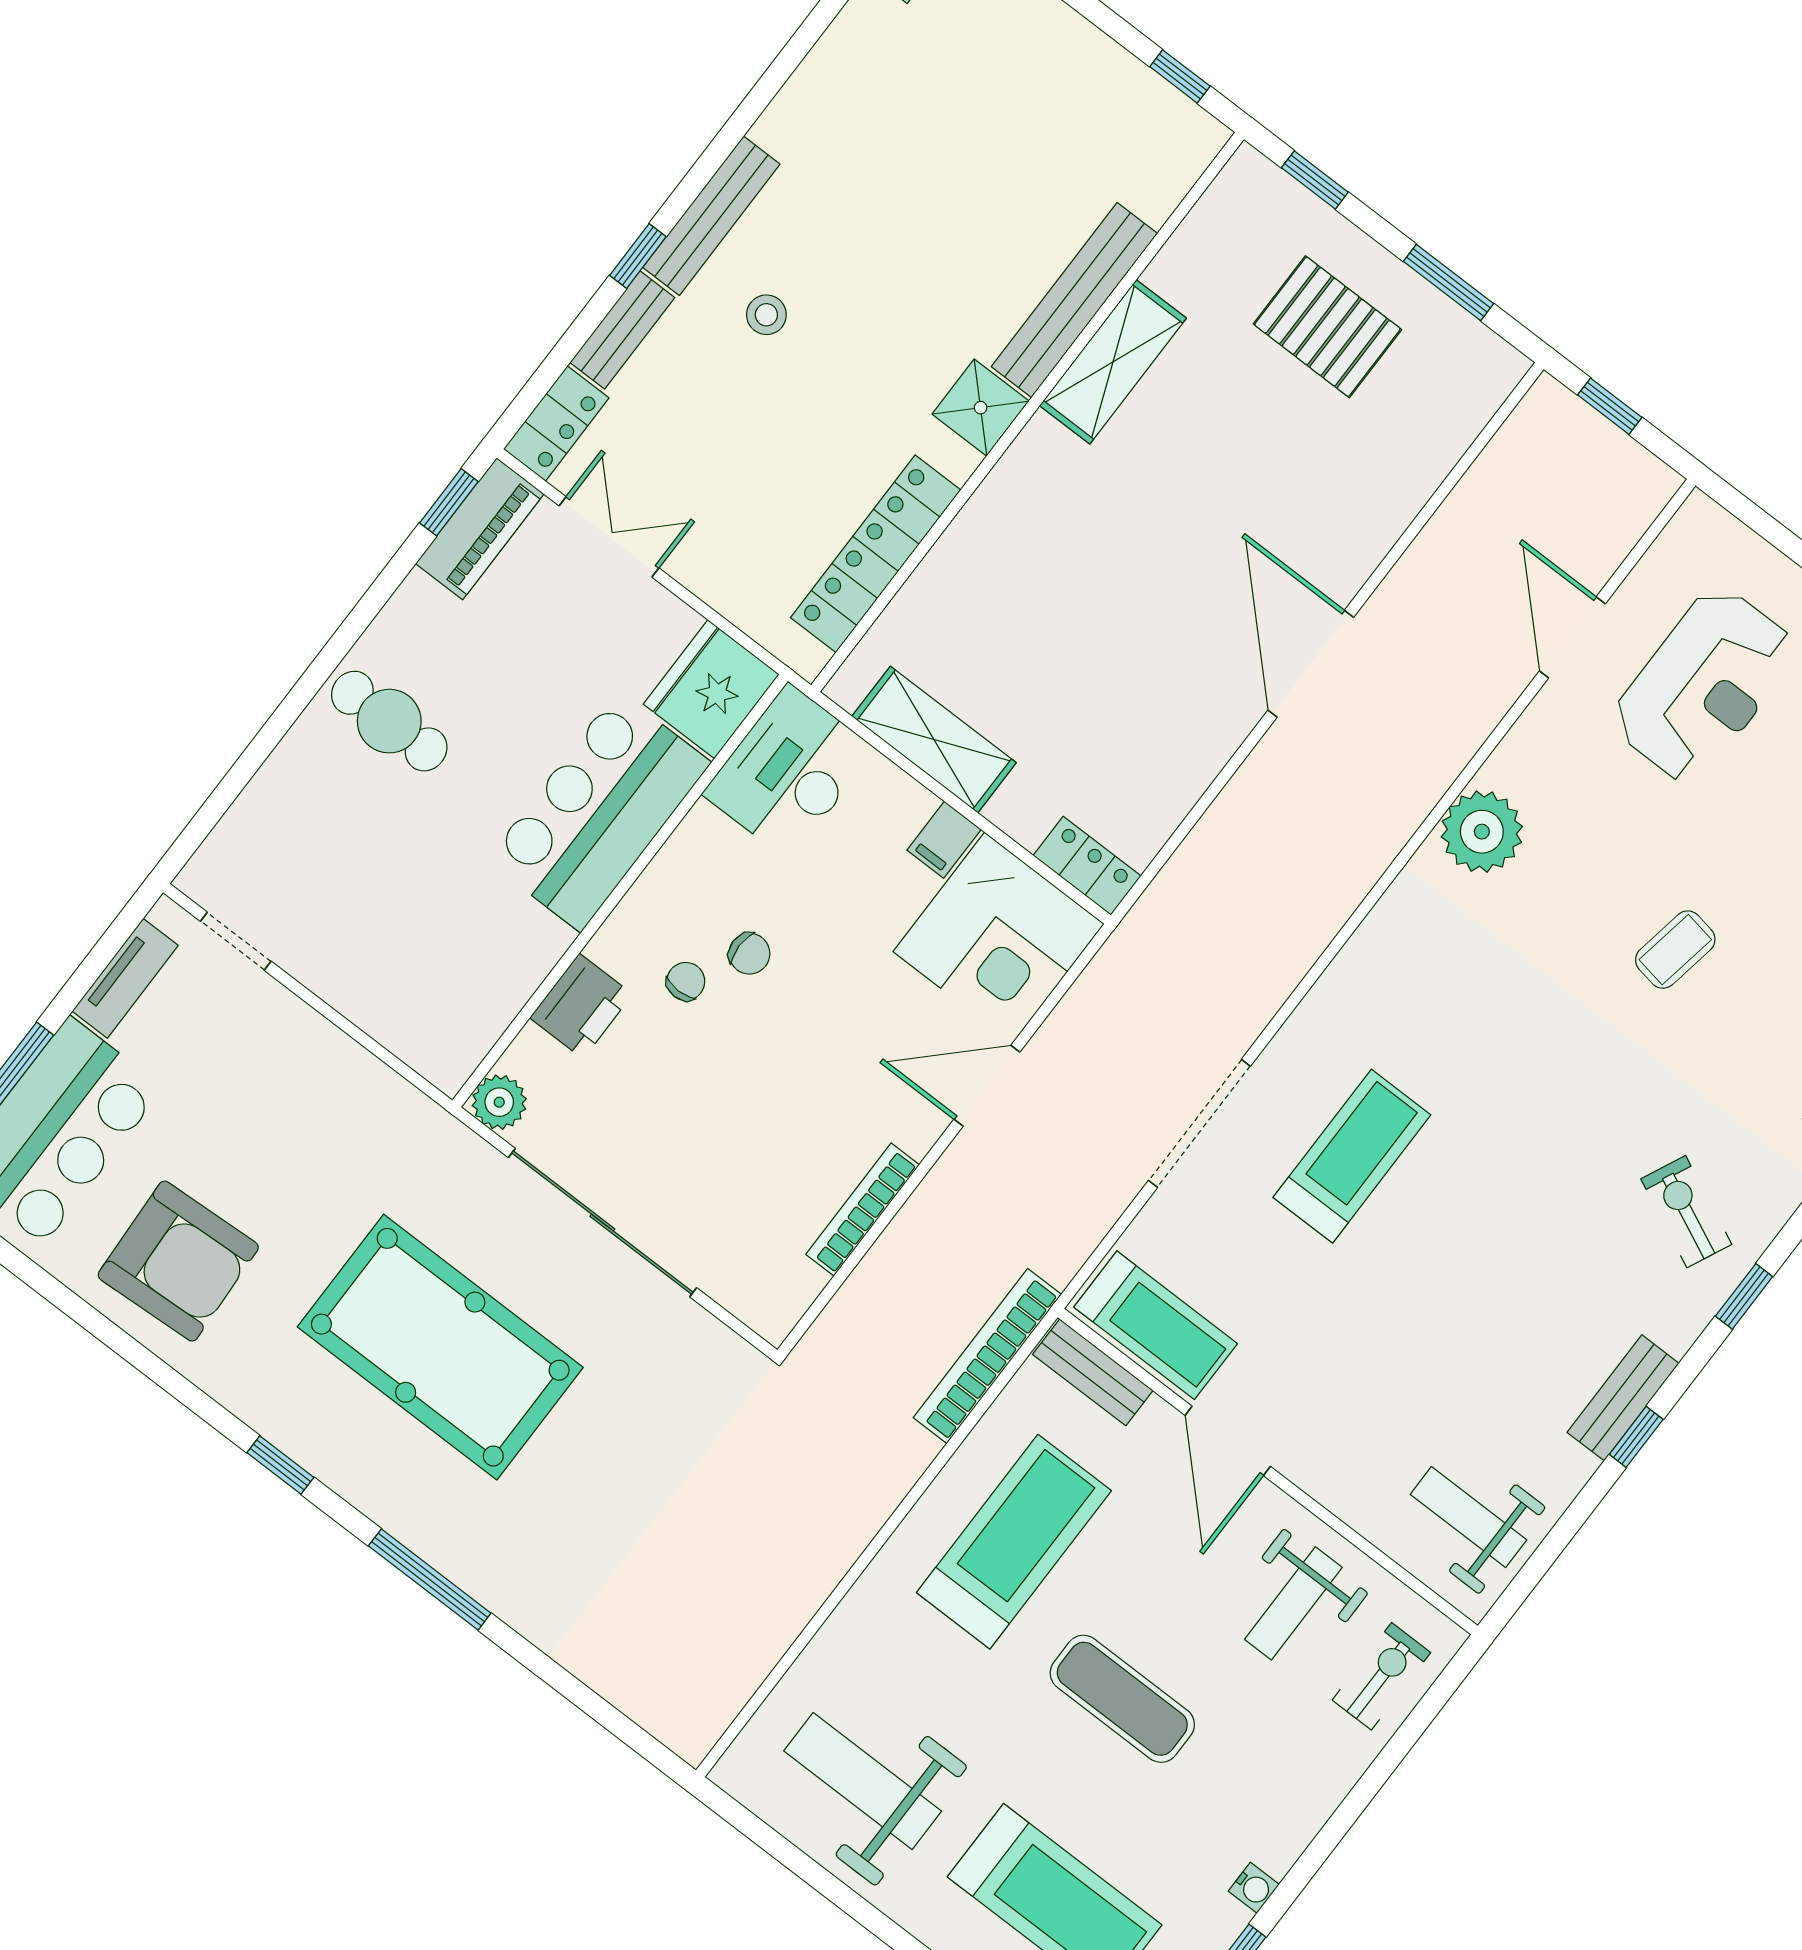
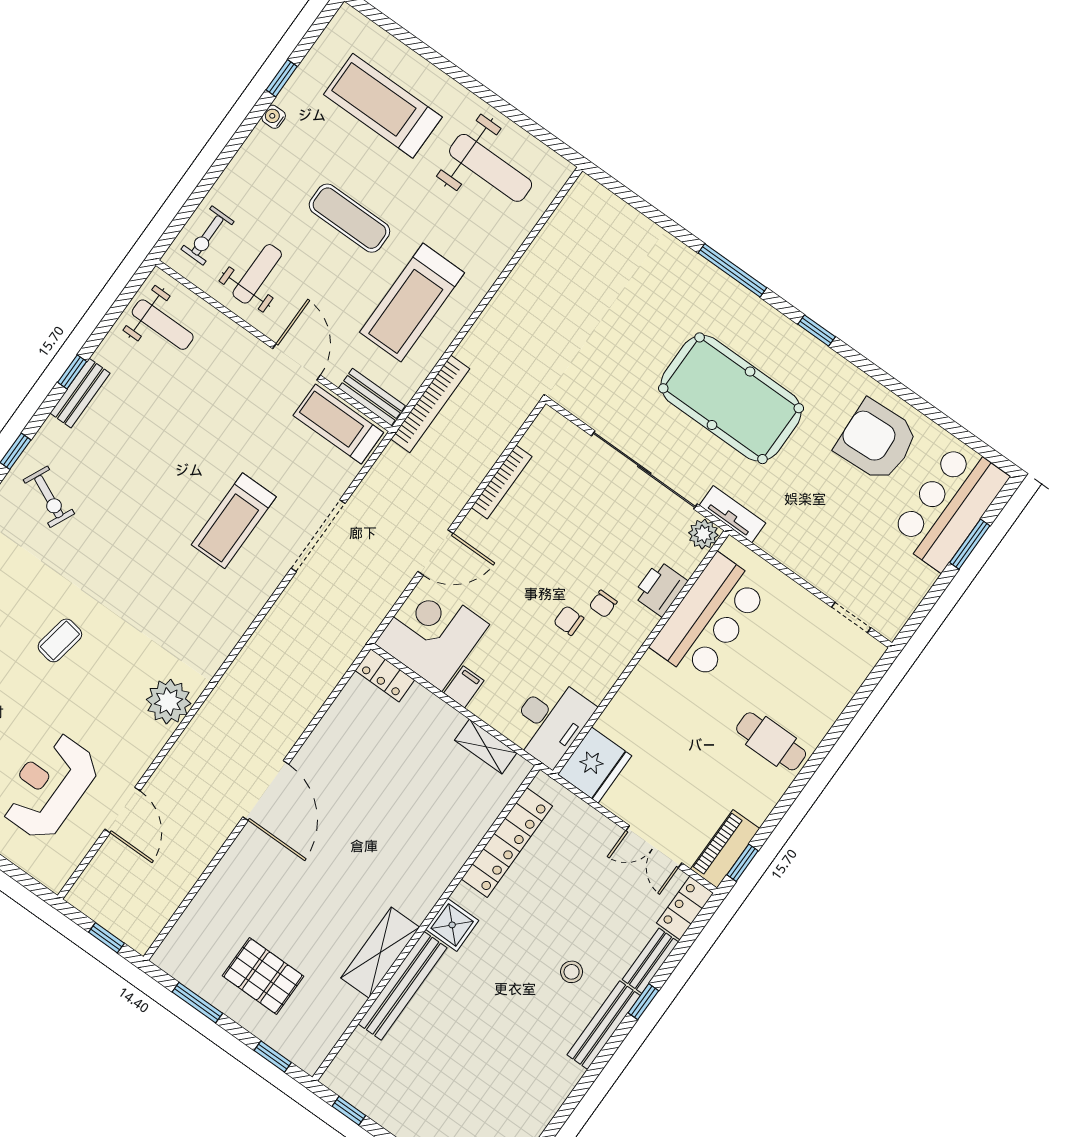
shelving: (934, 740) -> (486, 747), width x0.67, depth x0.75
bar counter: (599, 811) -> (710, 618), moved
tv unit: (125, 978) -> (732, 514), moved, turned 90

